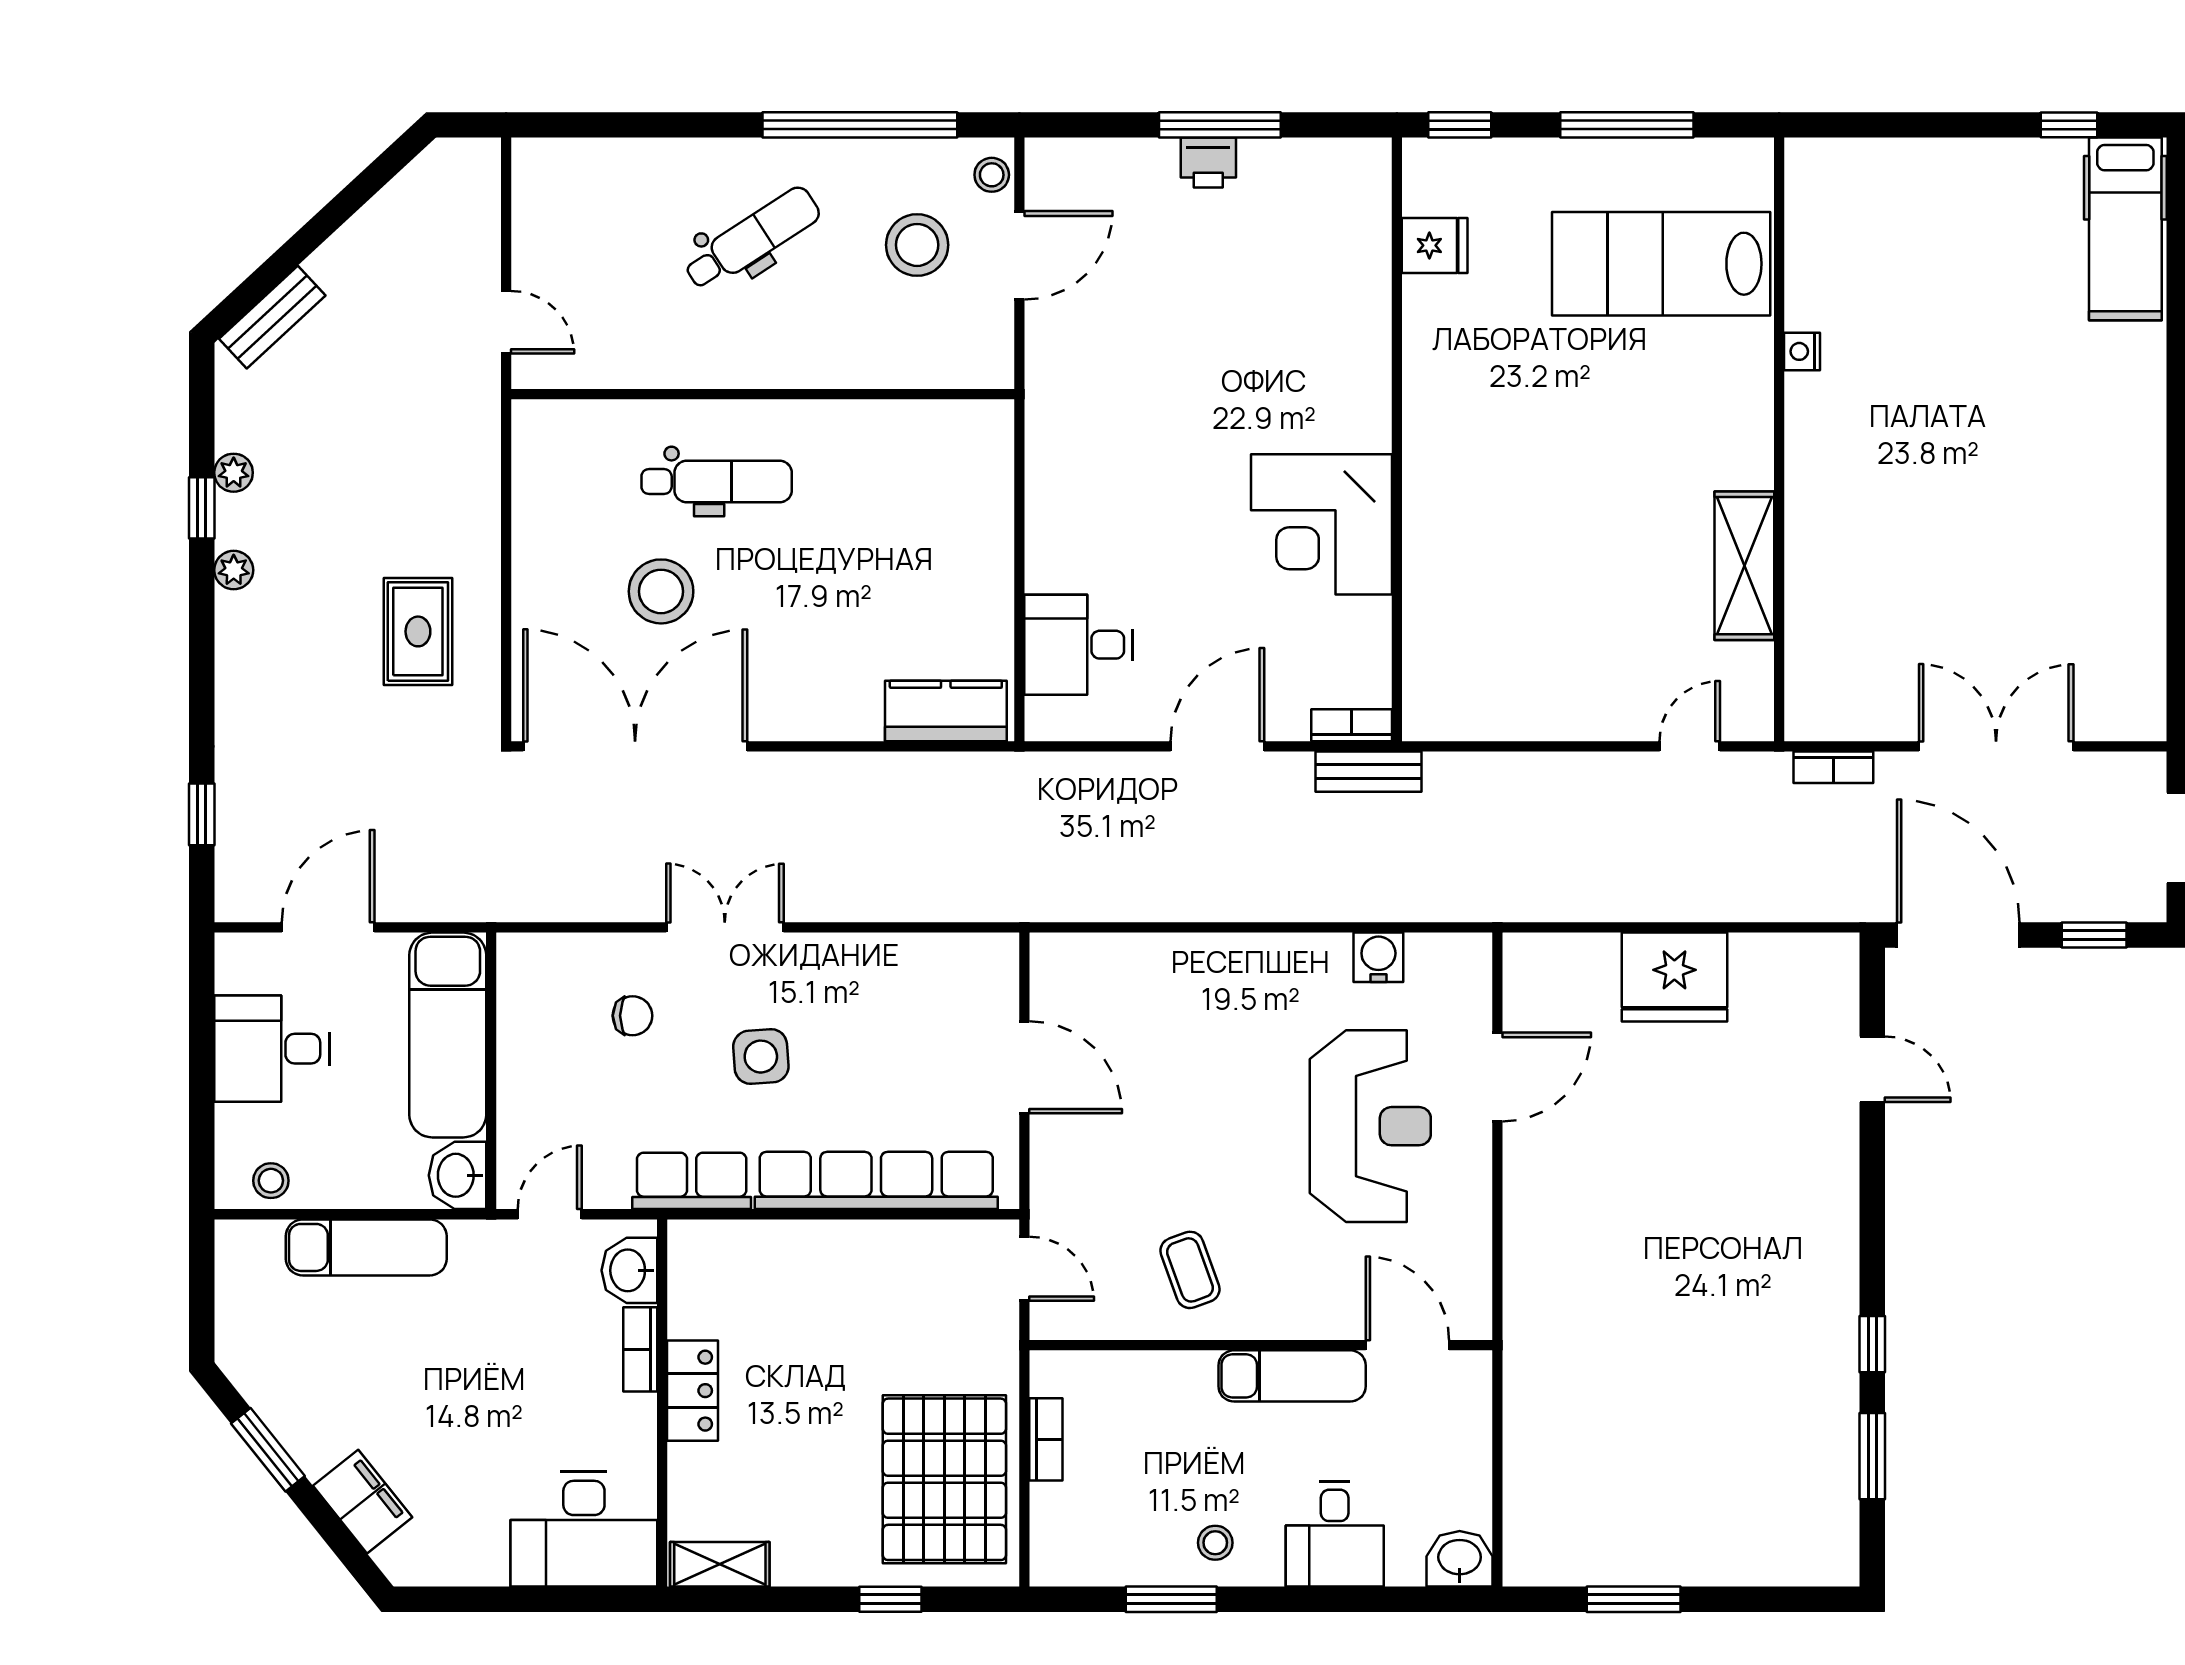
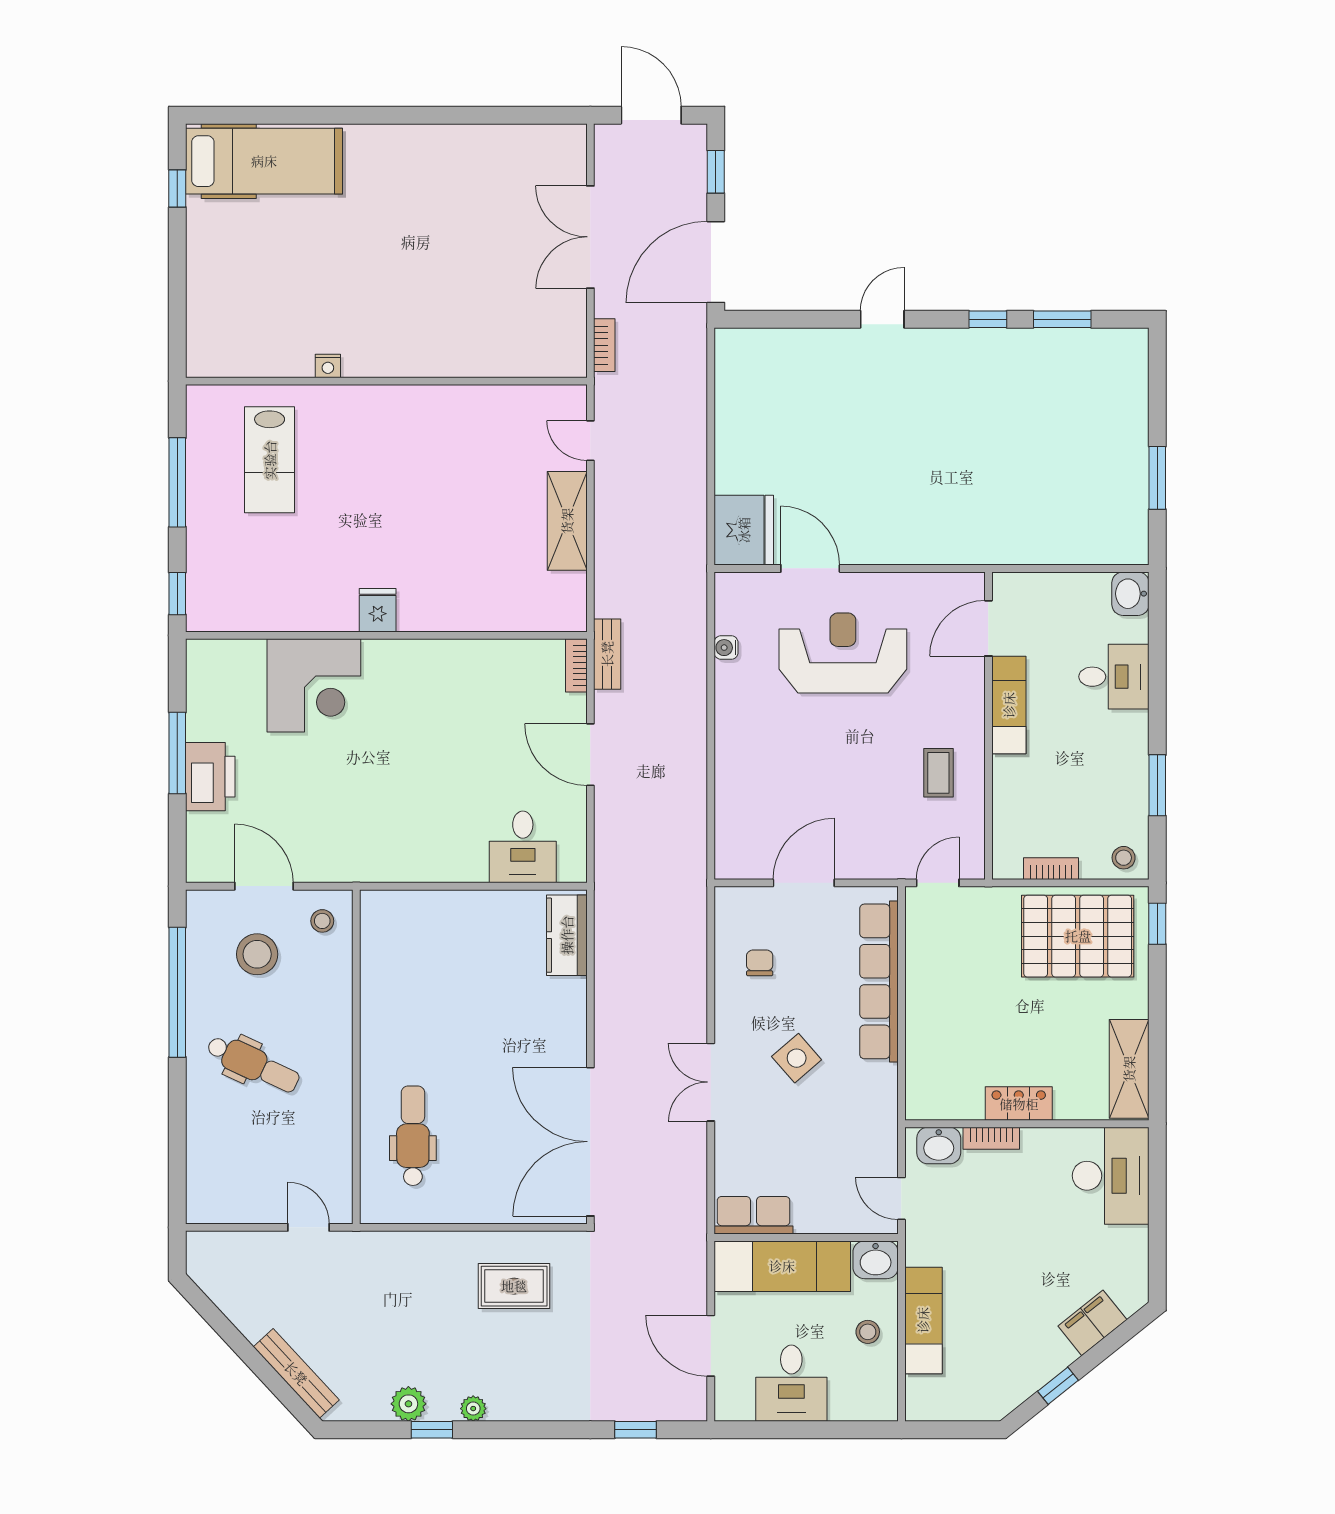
printer: (1208, 163) -> (210, 777), width x1.87, depth x1.48
stool: (992, 175) -> (322, 921), moved
hospital bed: (2125, 229) -> (264, 161), width x1.37, depth x1.29
dental chair: (752, 239) -> (253, 1064), turned 148
fridge: (1435, 245) -> (378, 610), moved
lab bench: (1661, 264) -> (270, 460), width x0.73, depth x0.72
bench: (272, 317) -> (296, 1373), width x1.36
door: (506, 322) -> (308, 1227), hinge flipped
plant: (234, 473) -> (408, 1404), width x1.38, depth x1.38
dental chair: (717, 482) -> (413, 1136), moved
corner desk: (1321, 524) -> (314, 685), moved
shelving: (1744, 566) -> (567, 521), moved, turned 90
stool: (661, 591) -> (487, 1124), removed
water cooler: (1378, 957) -> (726, 648), width x0.72, depth x0.72
fridge: (1674, 977) -> (744, 530), moved
chair: (633, 1016) -> (760, 963), moved
side table: (761, 1057) -> (797, 1058), turned -37
door: (1872, 1069) -> (882, 319), moved
stool: (271, 1181) -> (868, 1332), moved
row of seats: (692, 1181) -> (754, 1215), moved, turned 90
coffee table: (1190, 1270) -> (938, 773), turned -70
window: (268, 1450) -> (1058, 1386), width x0.67
stool: (1215, 1543) -> (1124, 858), moved
shelving: (720, 1564) -> (1129, 1069), width x1.50, depth x1.33
window: (890, 1599) -> (1157, 924), moved

